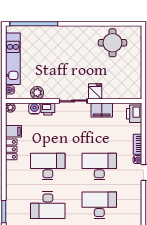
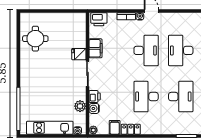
desk: (99, 166) -> (146, 50), turned 180

